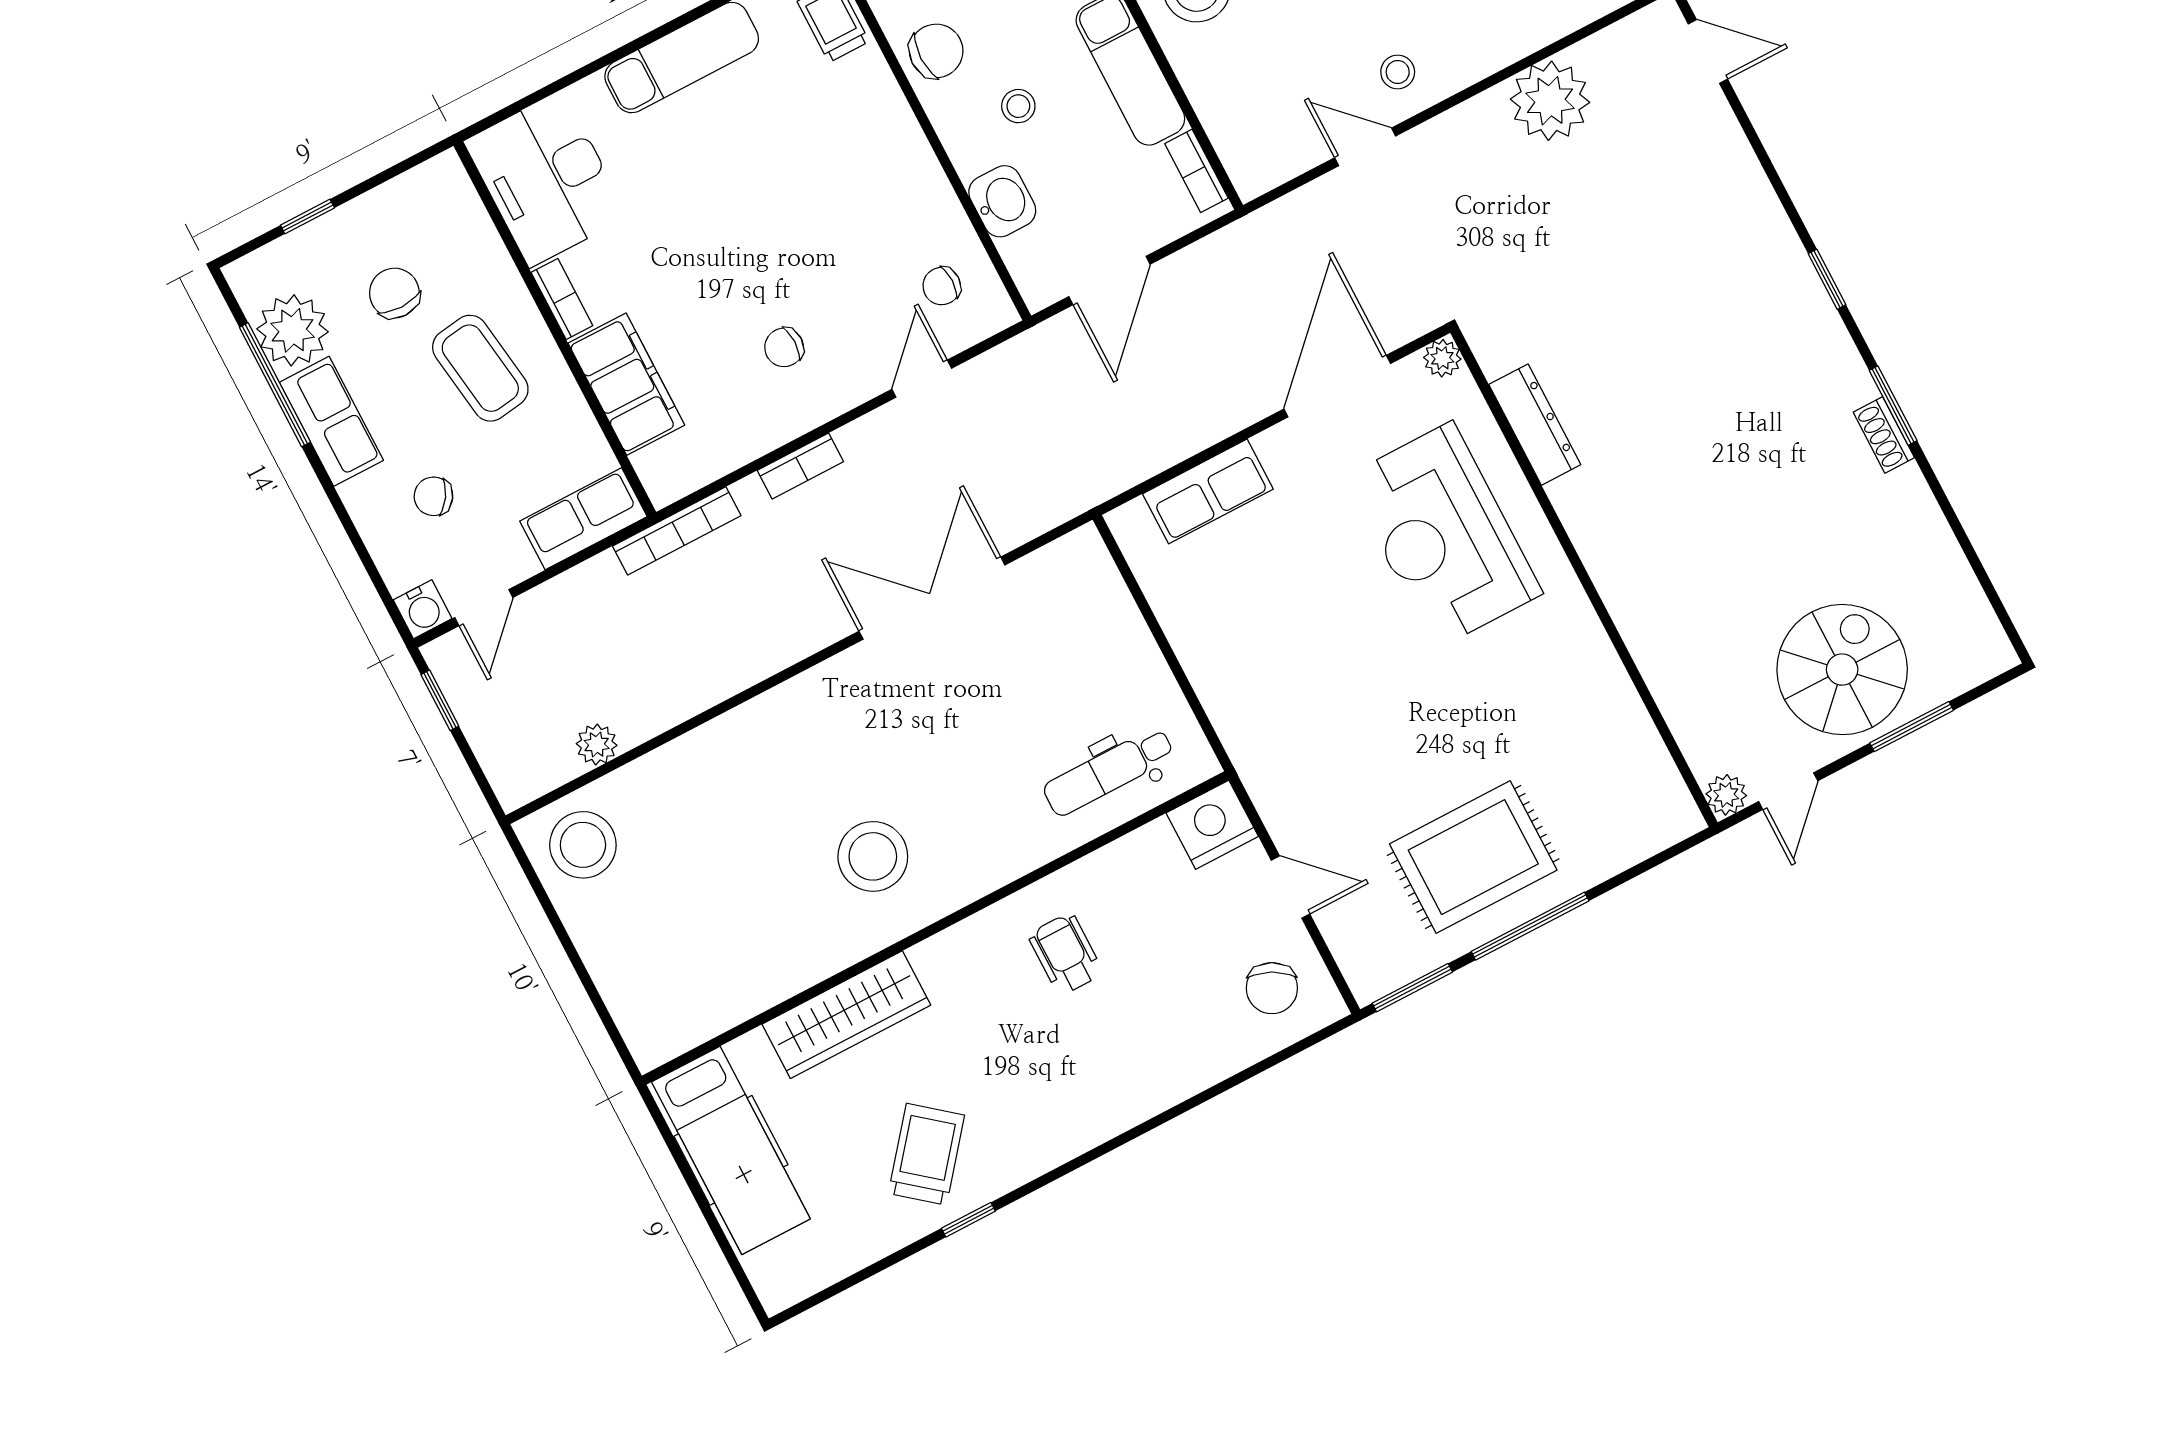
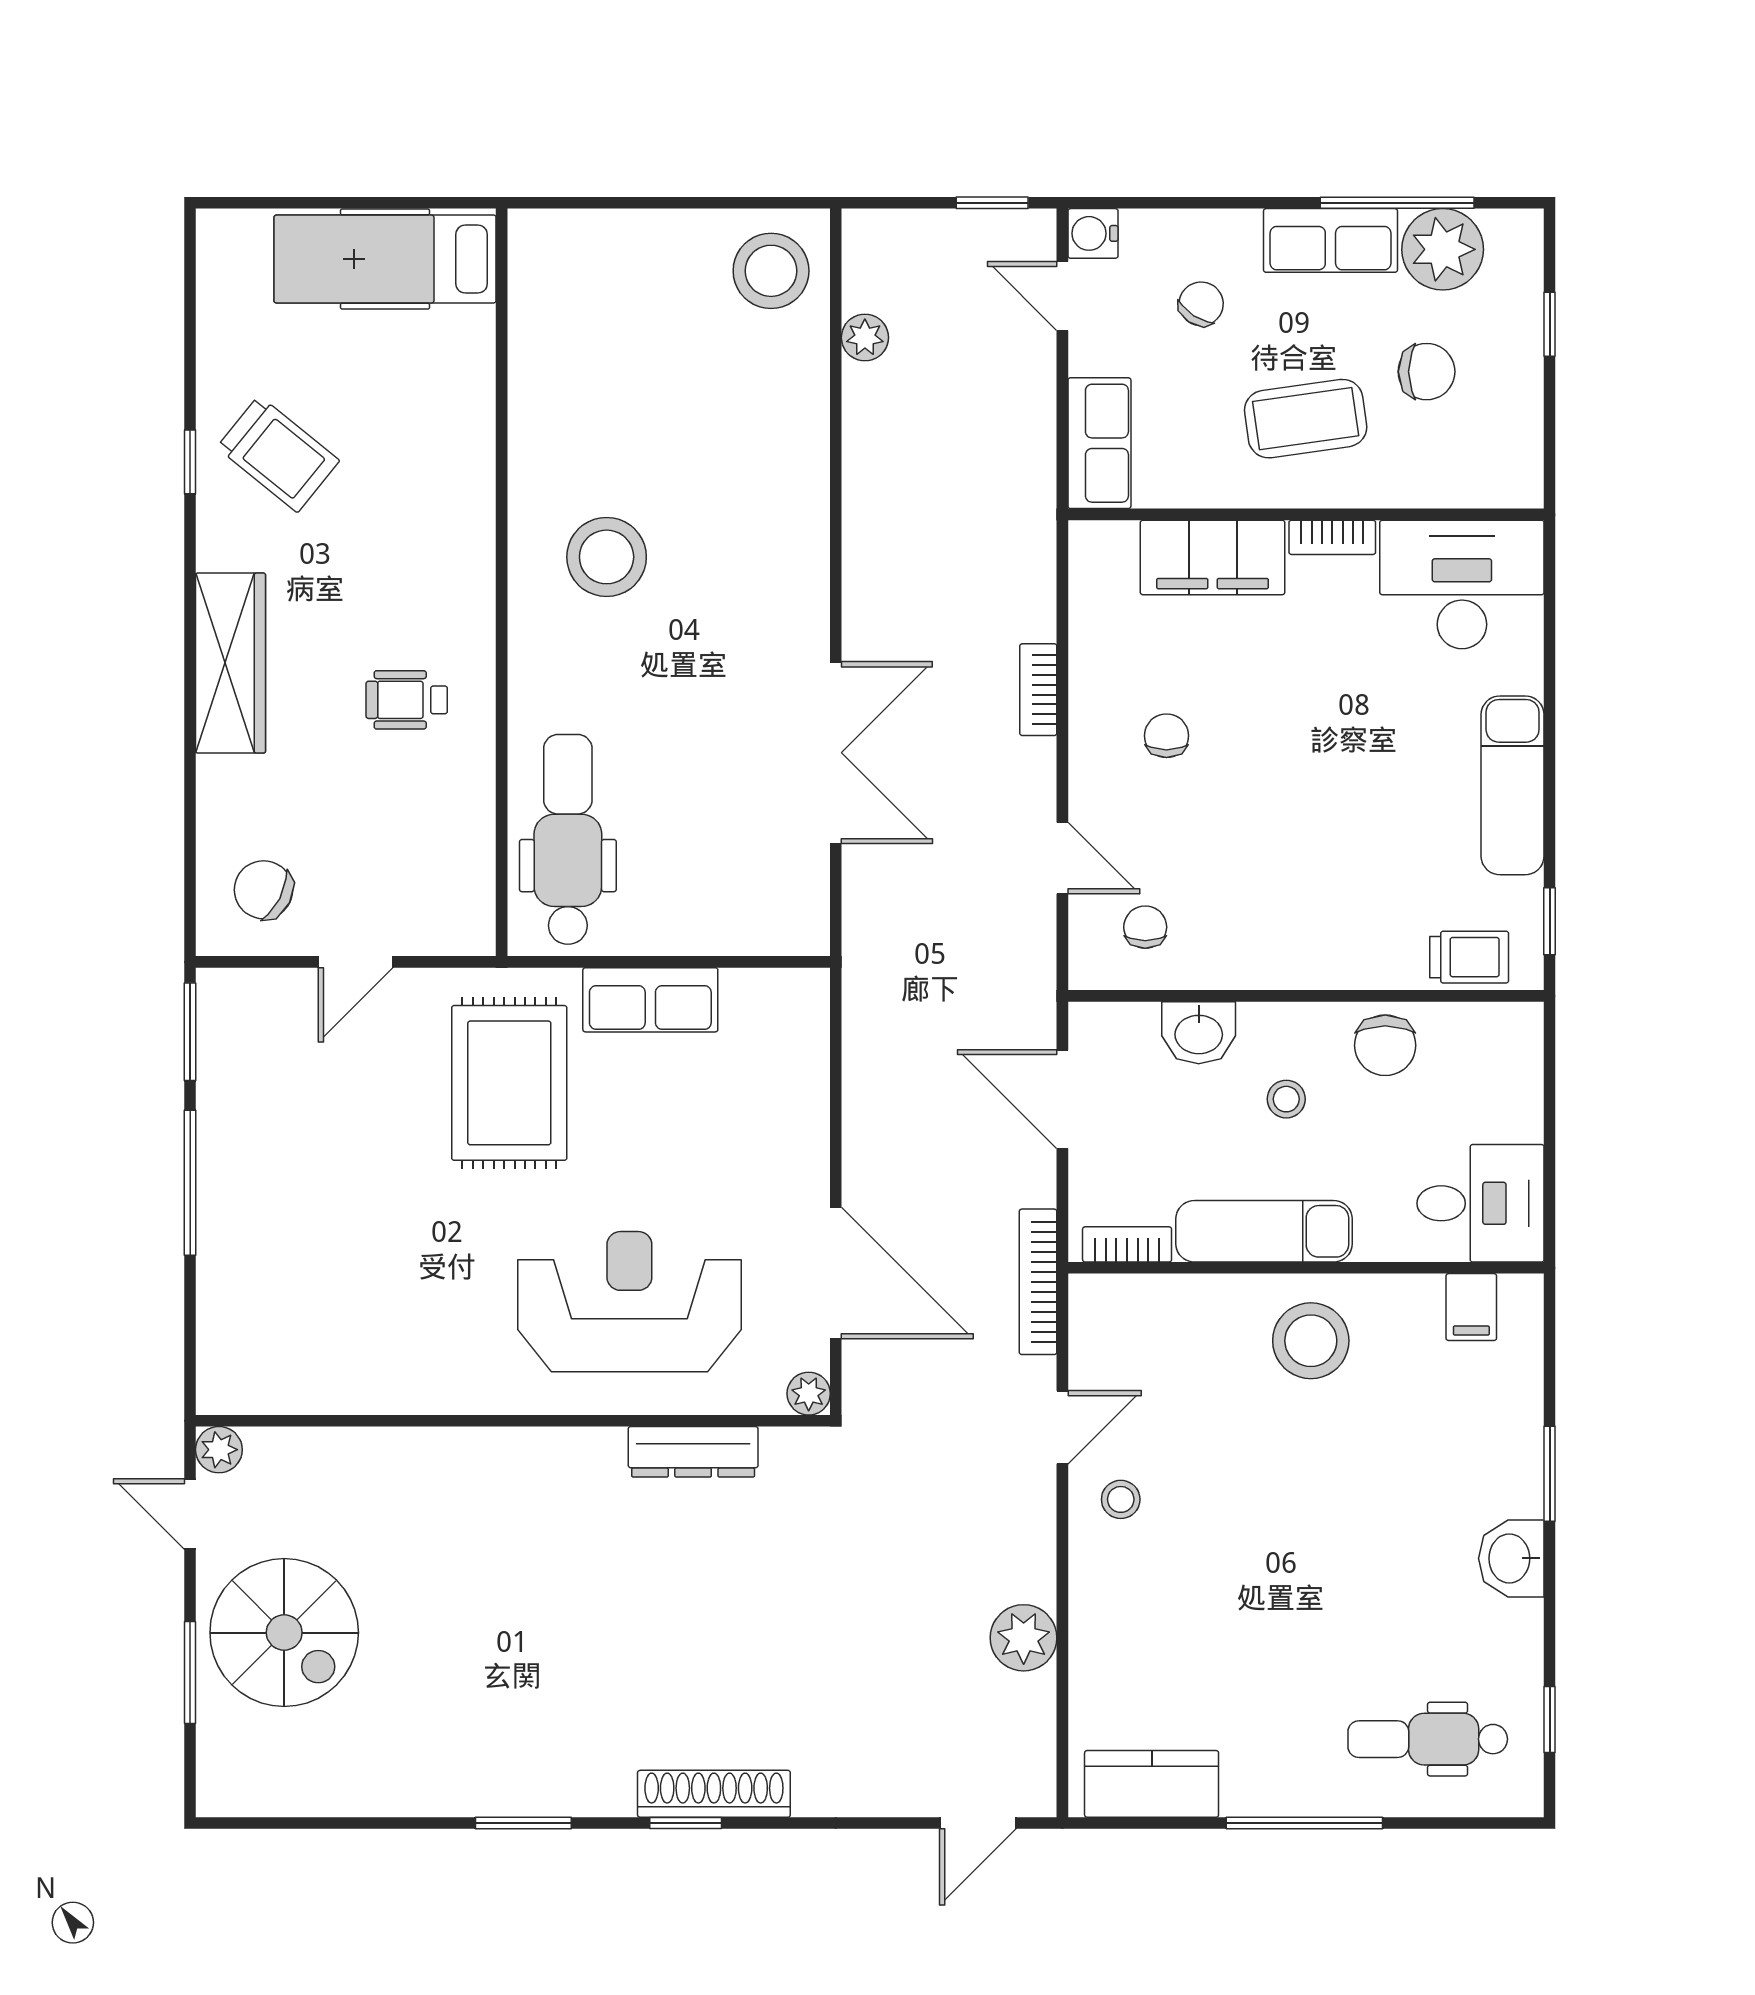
plant: (1550, 101) -> (1024, 1638), width x0.73, depth x0.73
shoe rack: (1884, 435) -> (714, 1794), moved, width x1.94, depth x1.24
row of seats: (1208, 491) -> (650, 1000), moved, turned -90
bookcase: (677, 531) -> (1038, 1282), moved
dental chair: (1109, 772) -> (568, 839), width x1.36, depth x1.38
nightstand: (1212, 825) -> (460, 916), removed
rug: (1473, 857) -> (509, 1083), moved
wheelchair: (1066, 954) -> (407, 700), turned 180
wardrobe: (846, 1015) -> (231, 663), moved, turned 180

